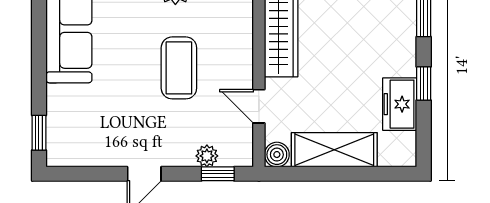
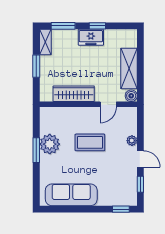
freezer: (400, 104) -> (91, 37), moved
plant: (207, 156) -> (132, 141), moved
window: (218, 174) -> (140, 184), moved

